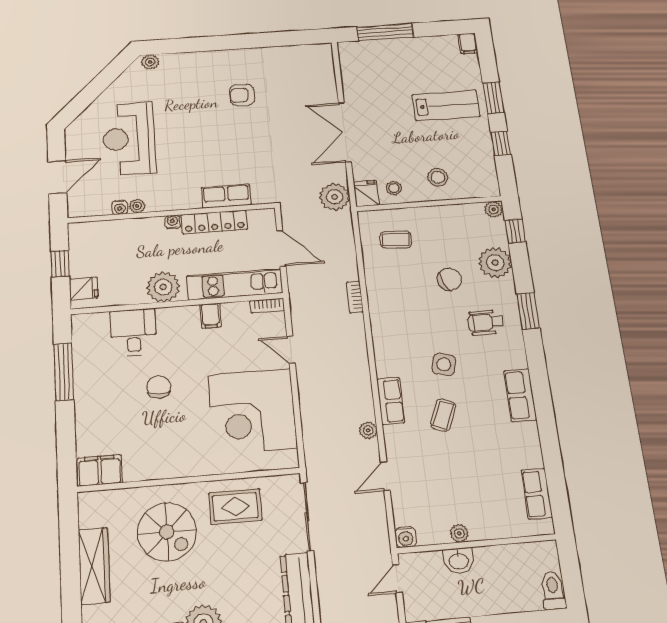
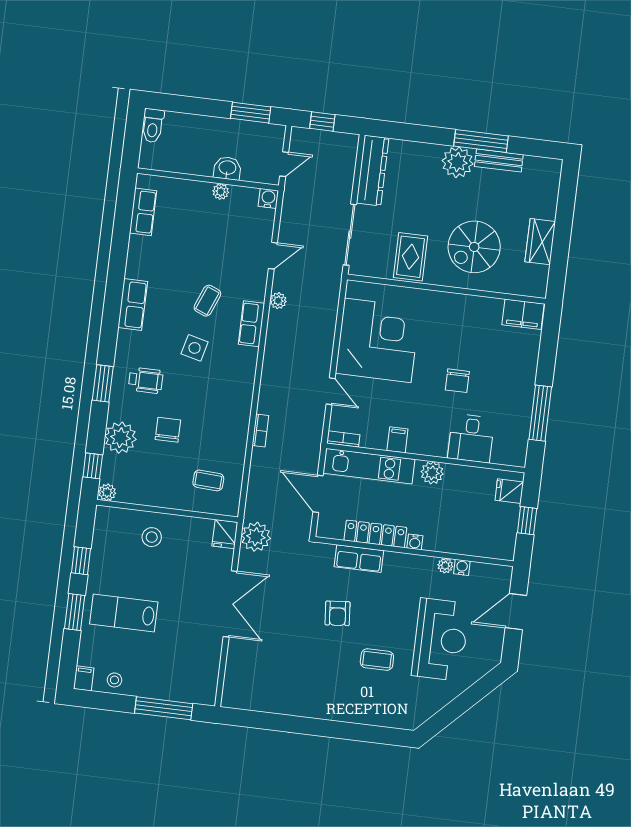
plant: (150, 62) -> (405, 721), removed
armchair: (242, 95) -> (338, 613), moved, turned 85
coffee table: (189, 110) -> (377, 660), added
stool: (394, 188) -> (114, 680), moved
chair: (449, 279) -> (168, 430), turned 115
plant: (163, 287) -> (432, 473), width x0.73, depth x0.73
rug: (235, 507) -> (411, 257), turned 90
spiral stairs: (167, 532) -> (474, 247), turned -90
wardrobe: (94, 566) -> (540, 242), width x0.67

